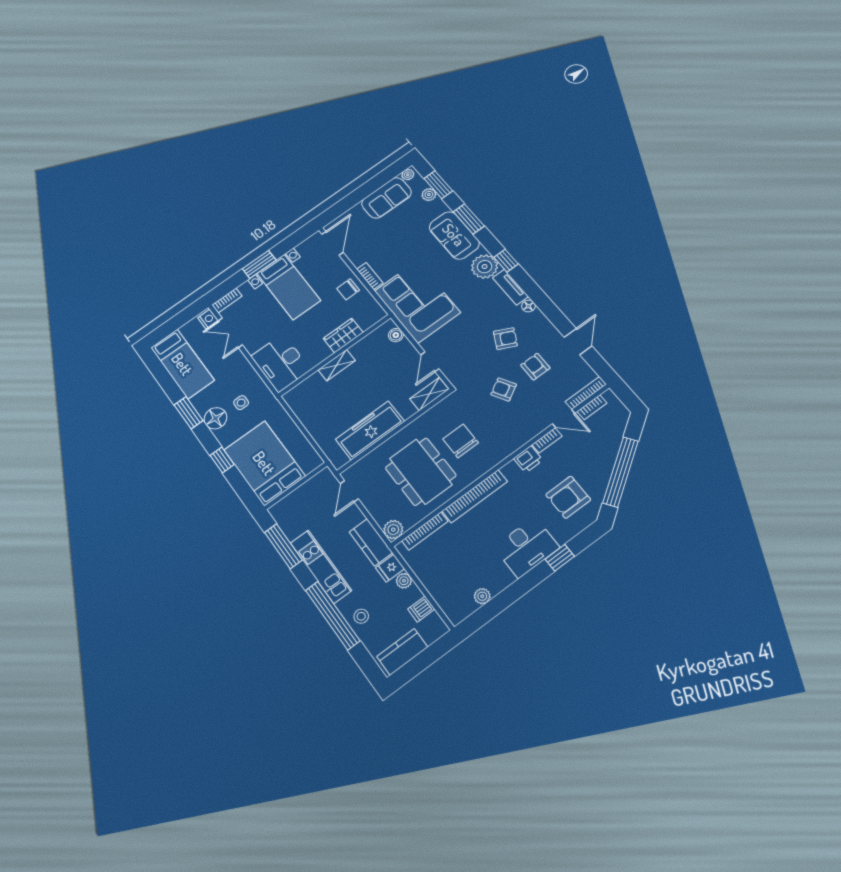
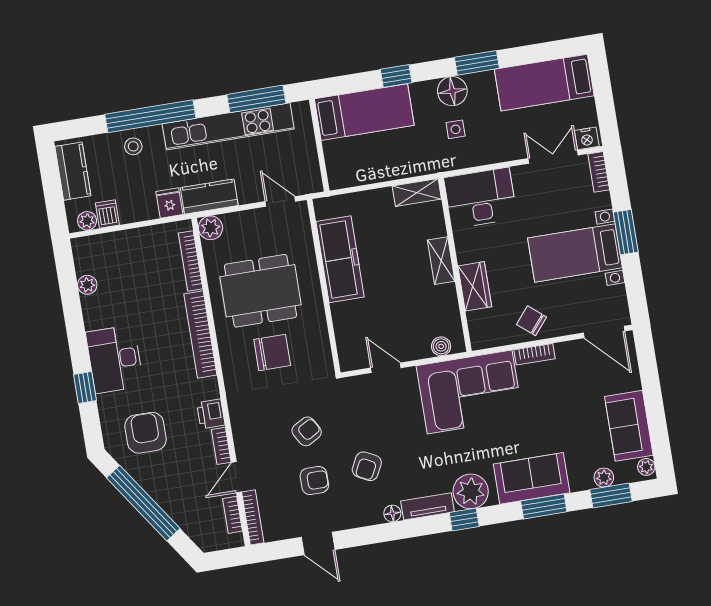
chair: (348, 289) -> (532, 321), turned -50
shelving: (429, 394) -> (417, 192), moved, turned 90
bed: (264, 463) -> (364, 112), width x0.67
kitchen unit: (321, 567) -> (228, 126), width x1.36
plant: (404, 581) -> (87, 221), moved

